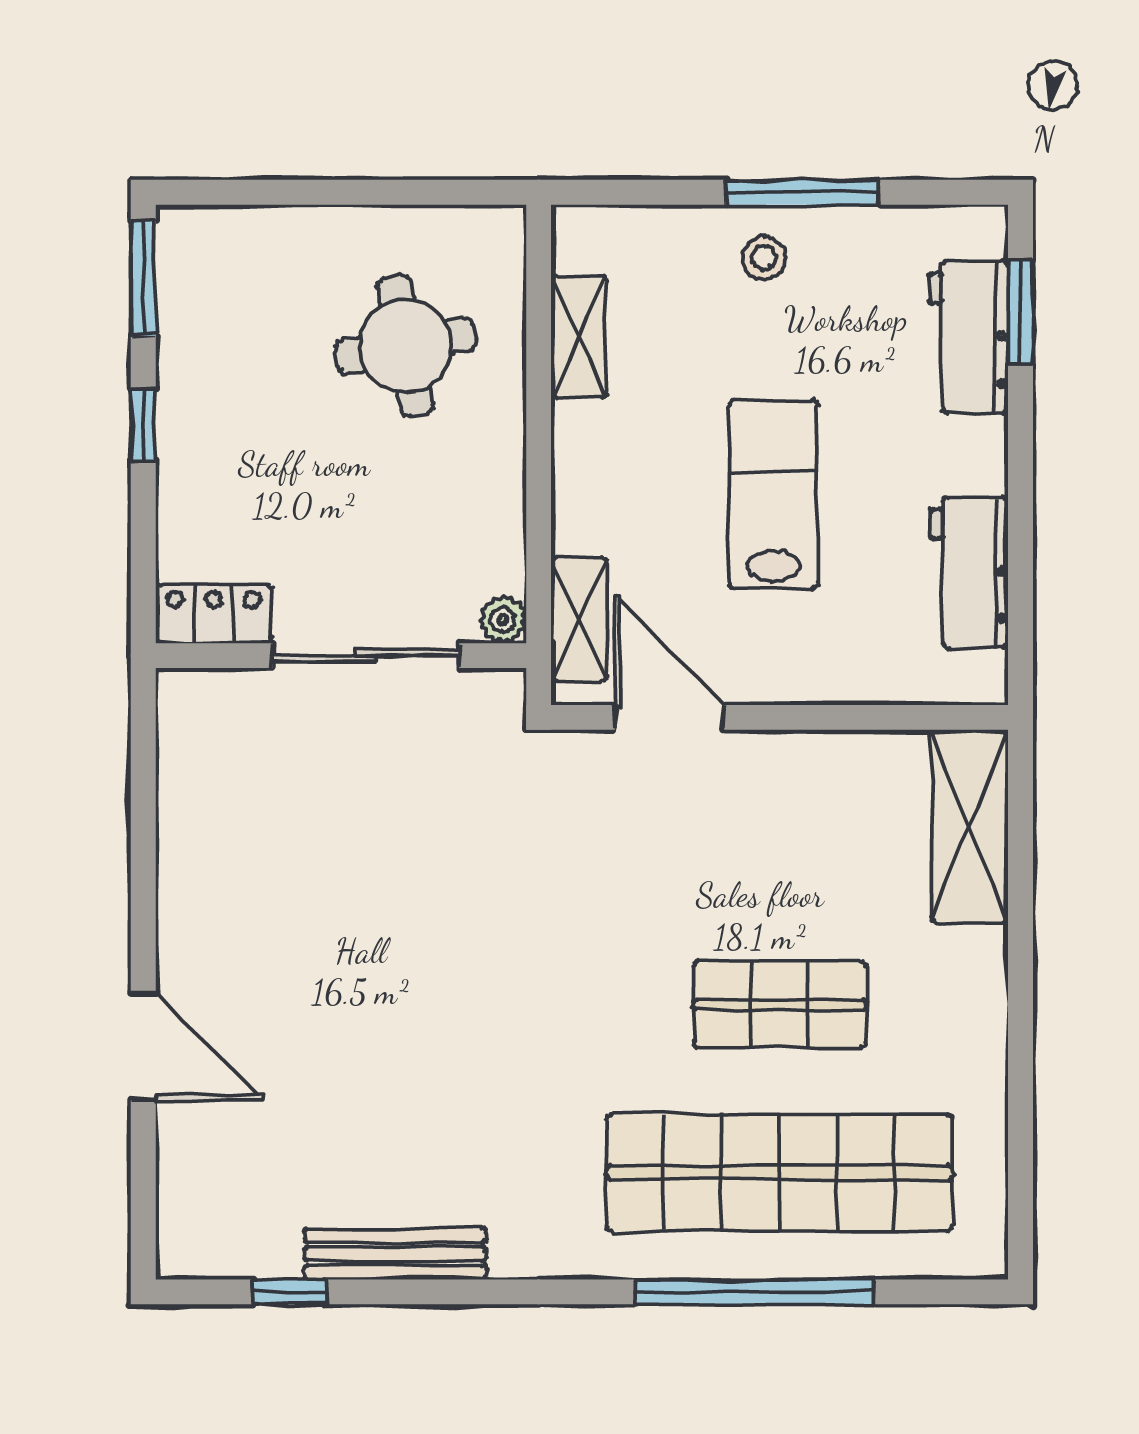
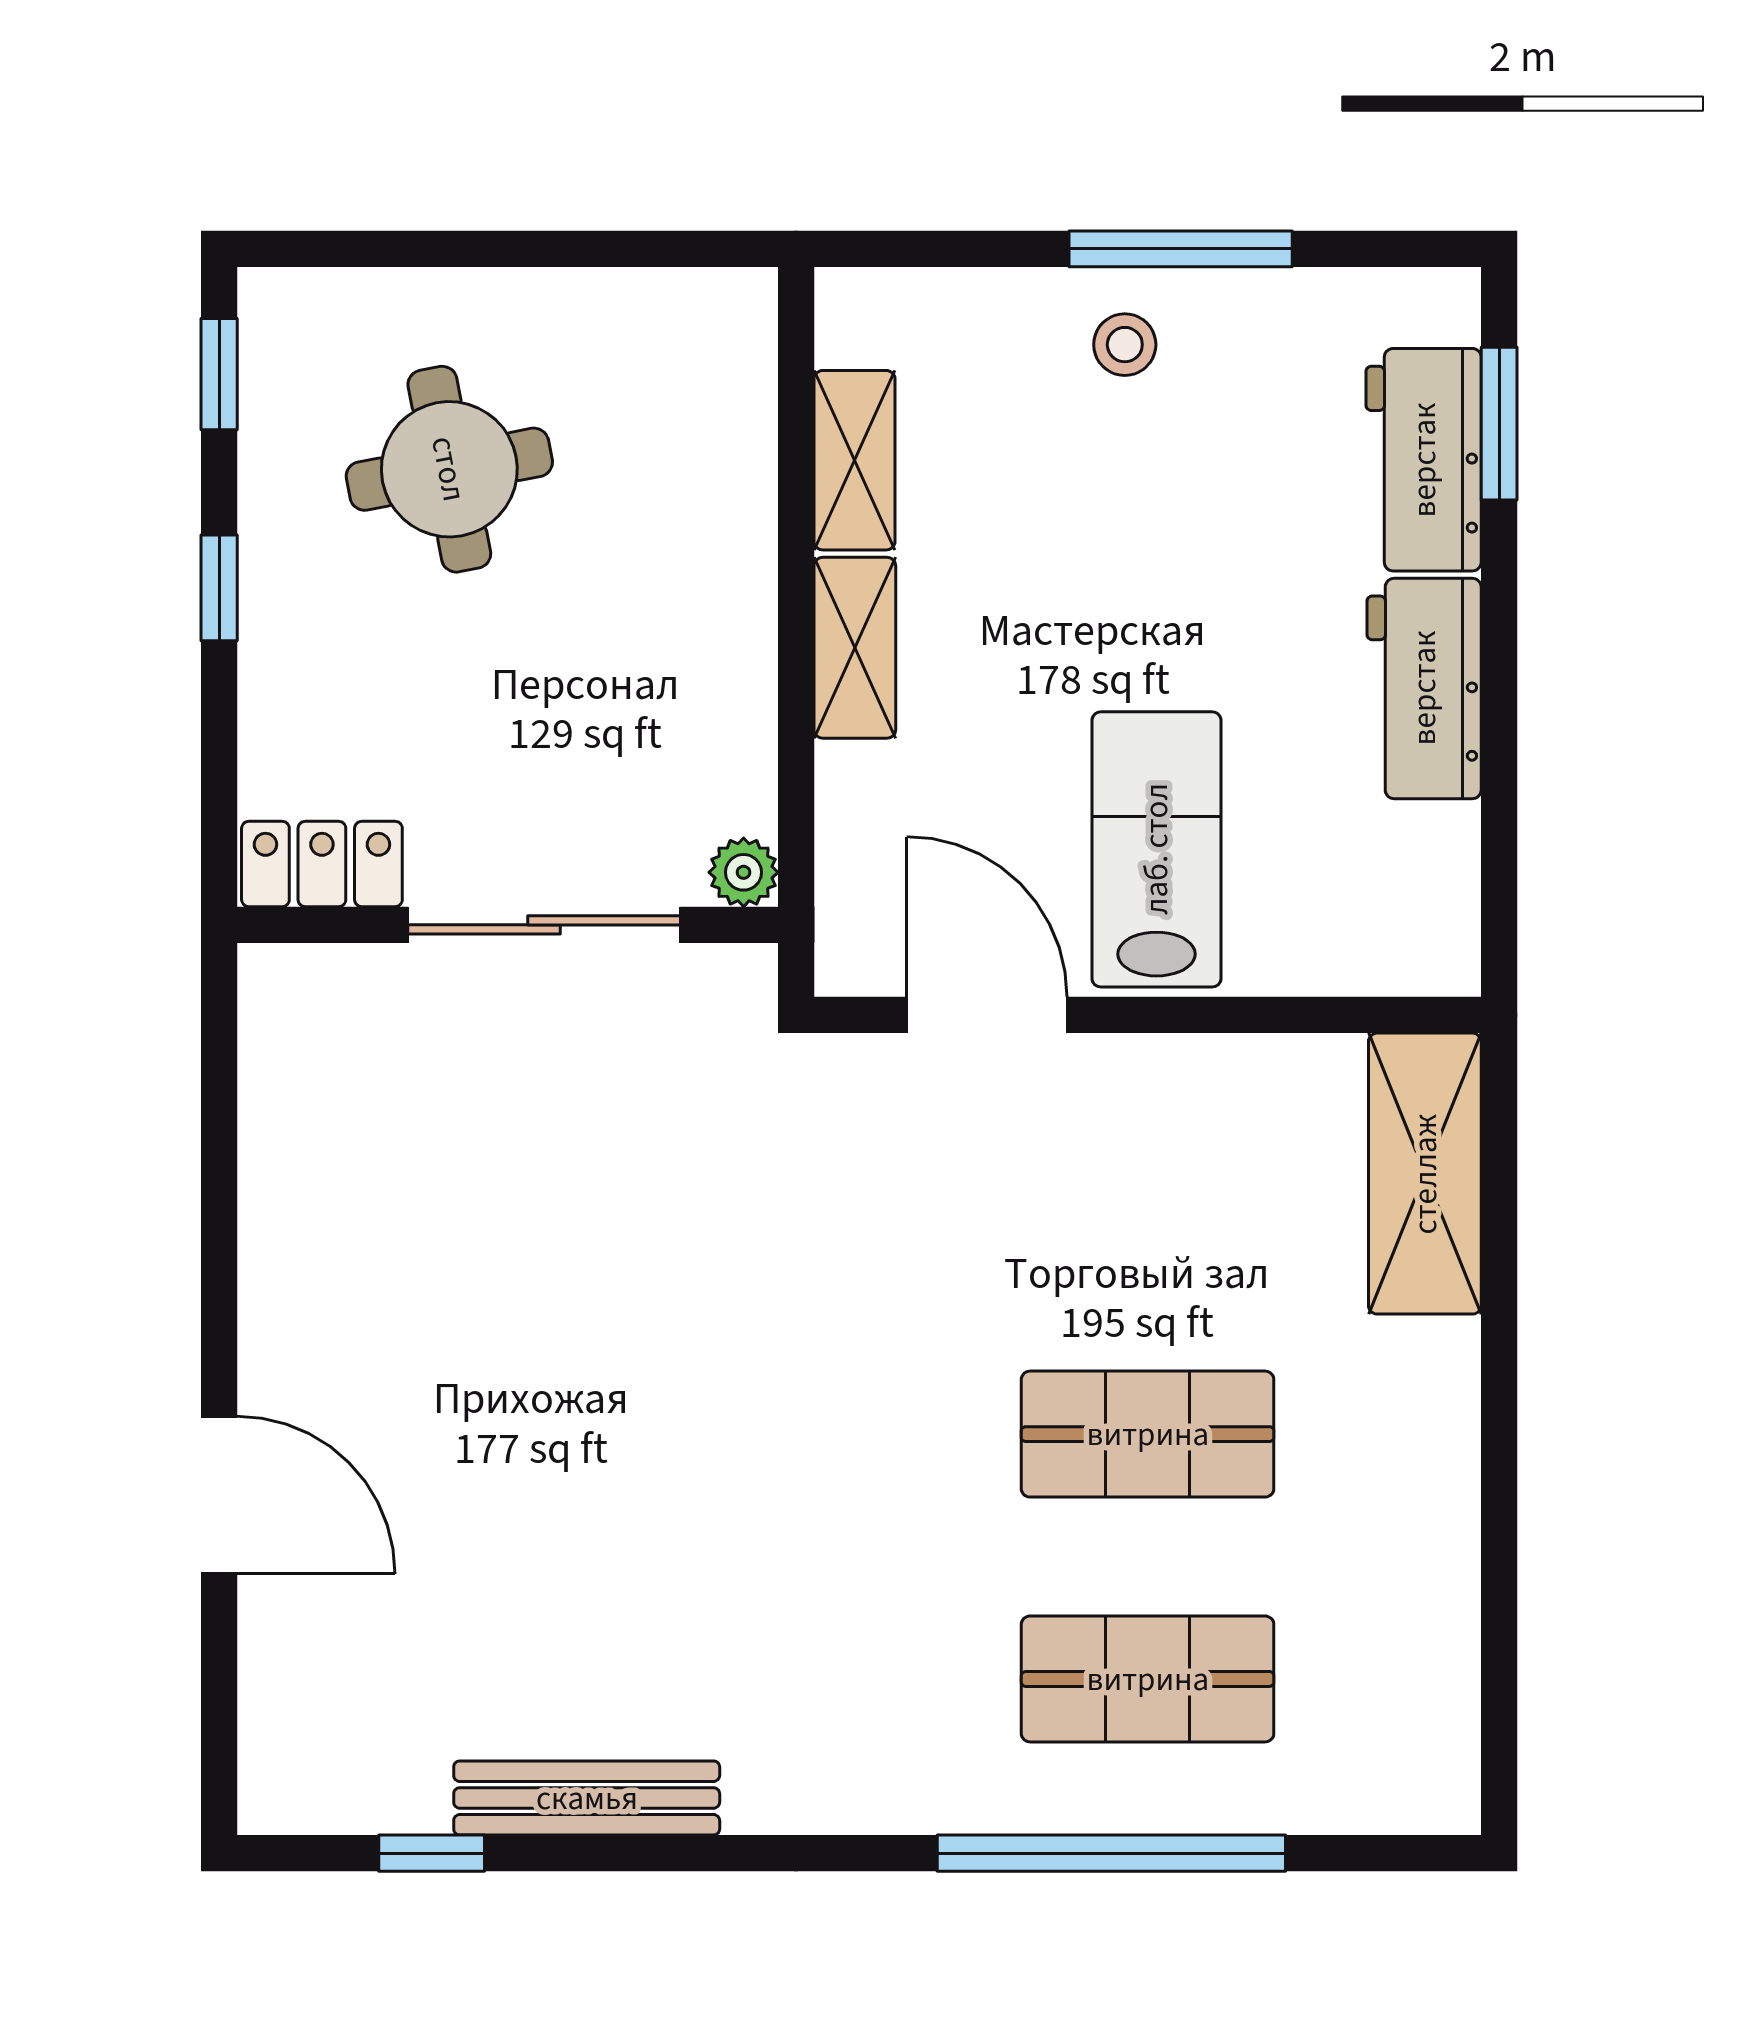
window: (143, 278) -> (219, 374), width x0.67
round table: (406, 346) -> (449, 469), moved
lab bench: (773, 494) -> (1156, 849), moved
workbench: (969, 572) -> (1424, 688), moved
shelving: (579, 619) -> (855, 648), moved
shop shelf: (780, 1172) -> (1148, 1679), width x0.50, depth x0.74

